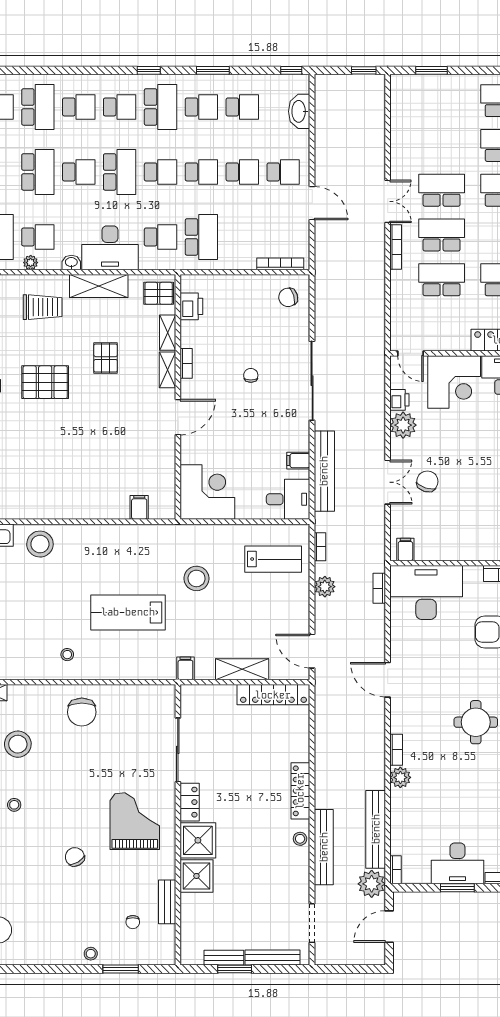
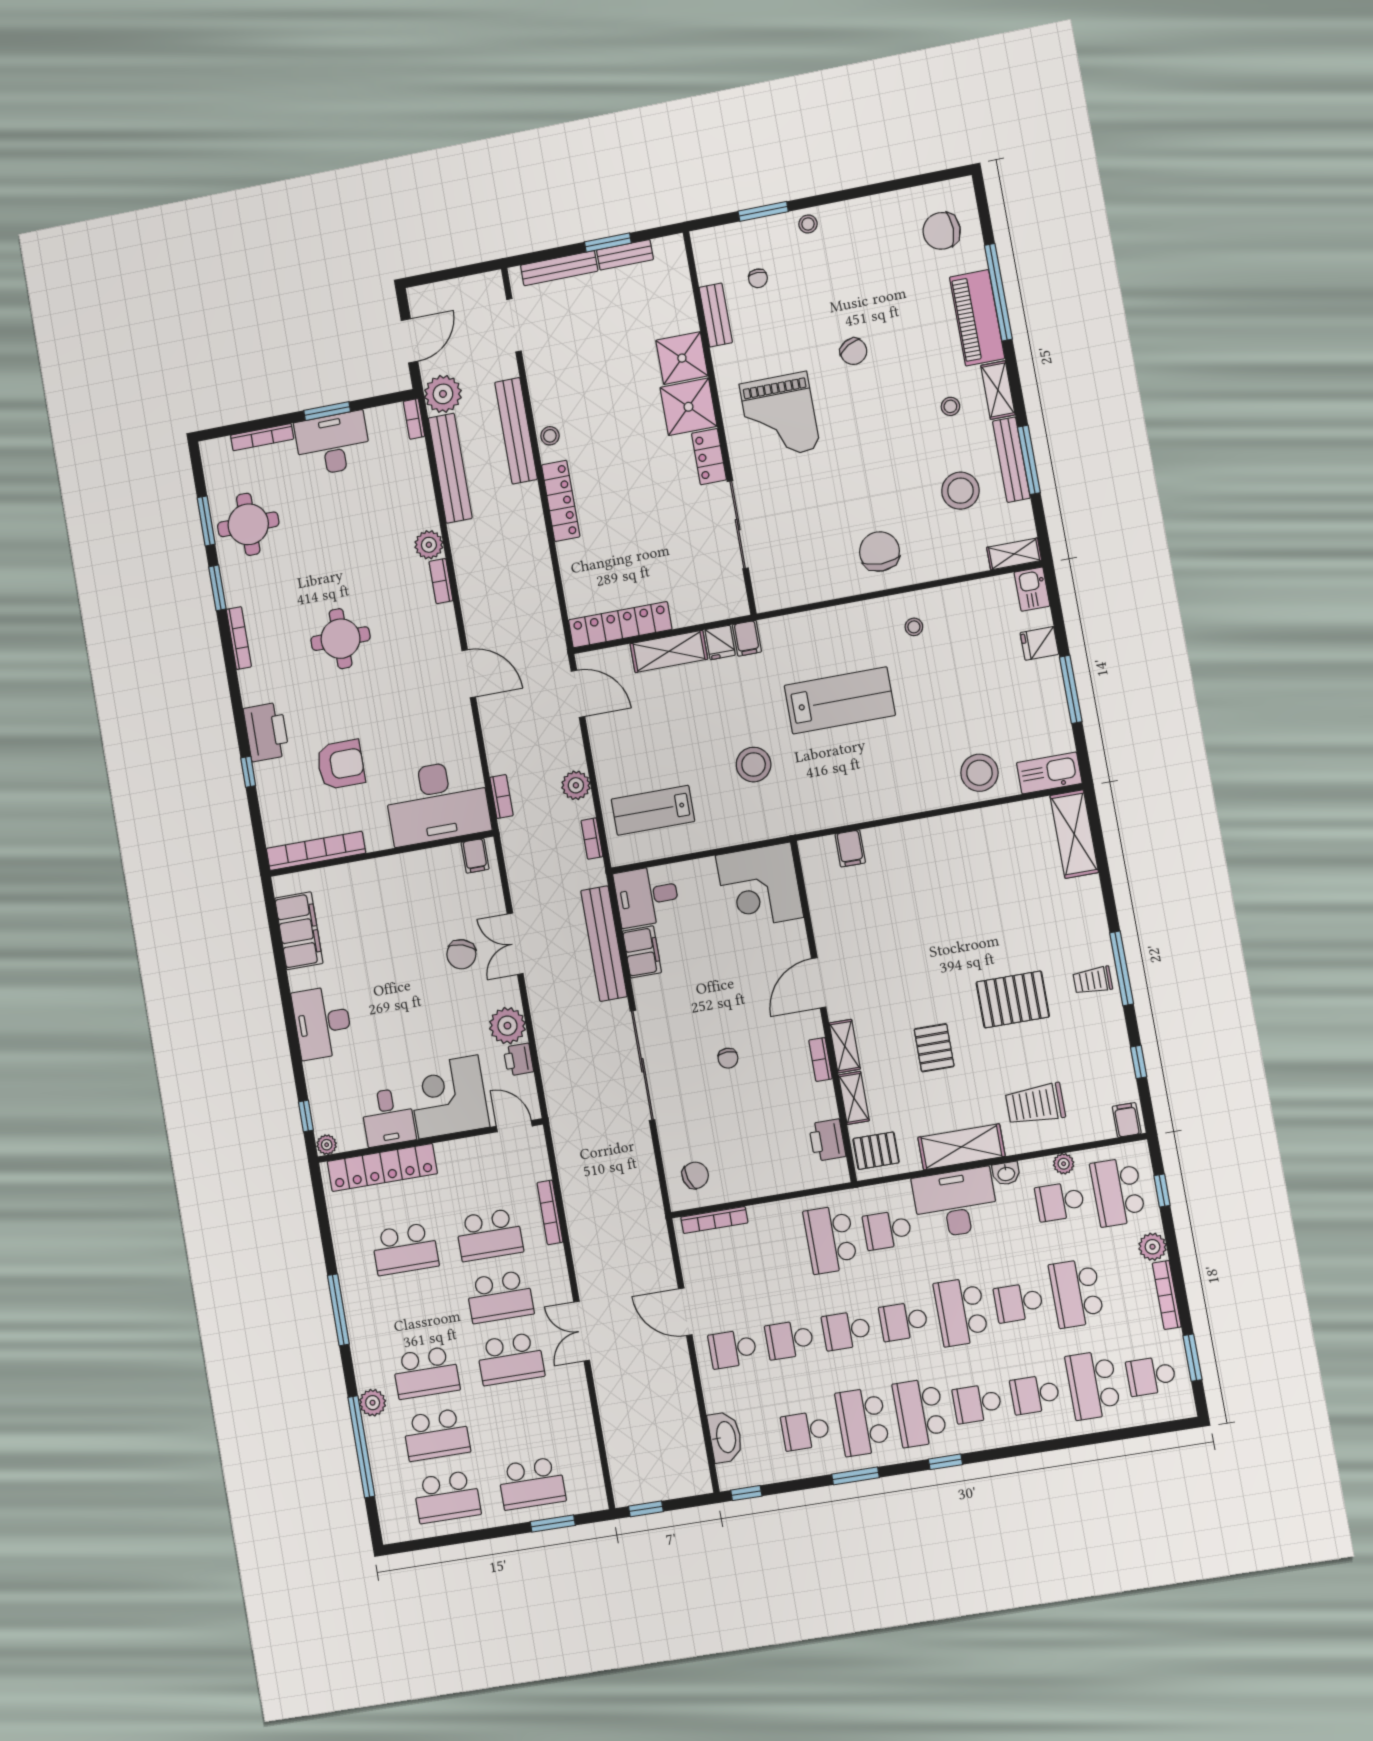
school desk: (442, 101) -> (532, 1483), added
school desk: (201, 107) -> (862, 1422), width x1.85
bookcase: (396, 247) -> (550, 1212), moved
filing cabinet: (298, 461) -> (642, 952), width x2.00
fridge: (205, 669) -> (720, 642), added
chair: (133, 922) -> (758, 278), turned 180

